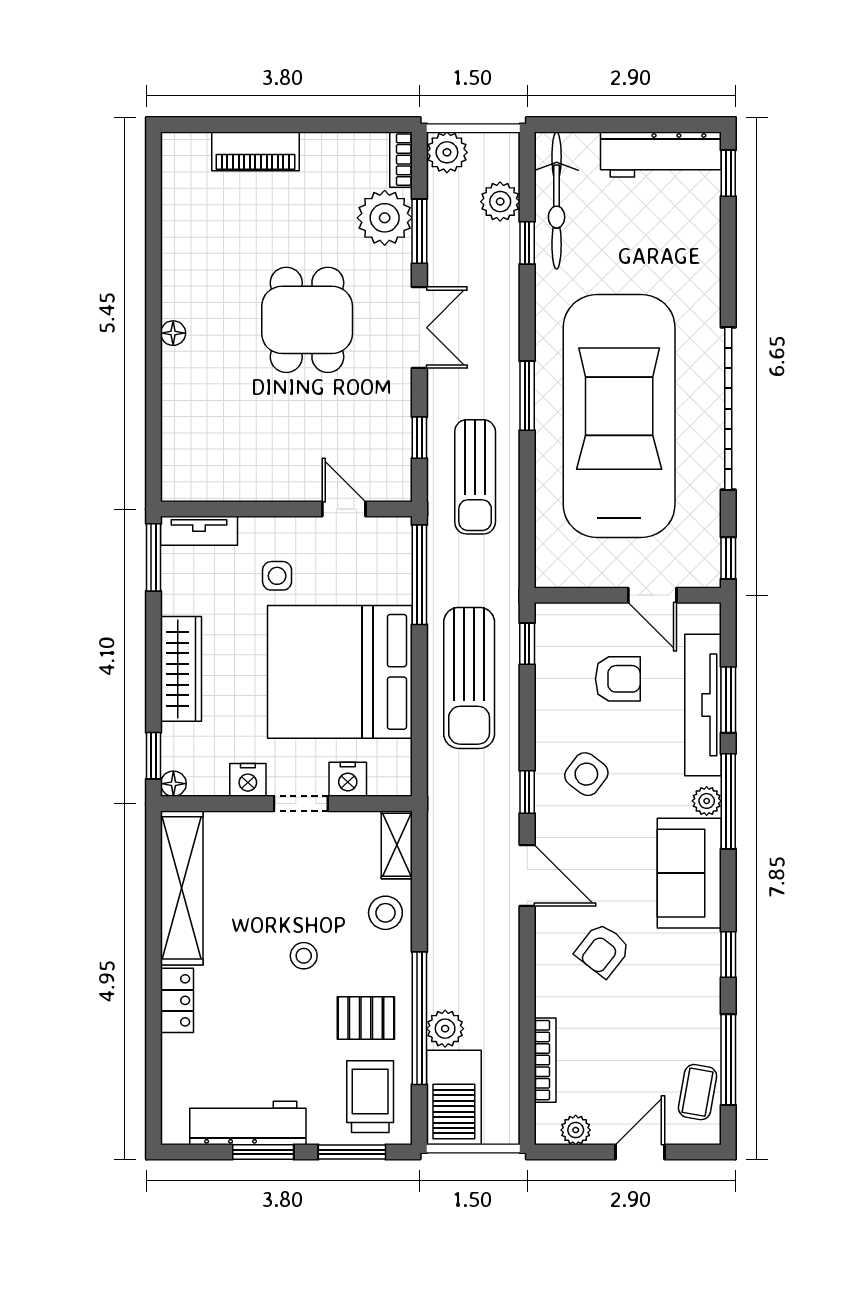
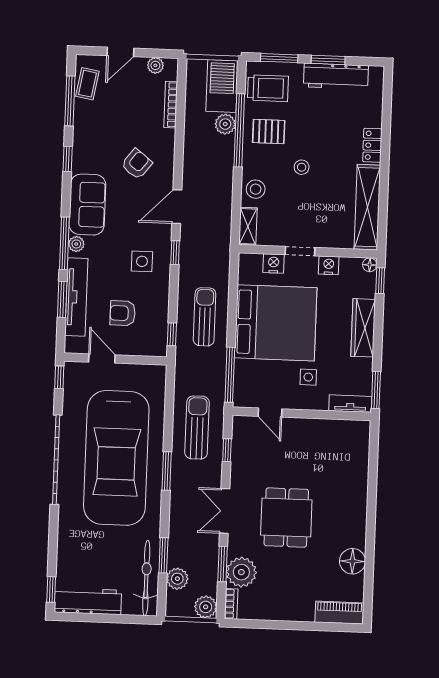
piano: (255, 151) -> (339, 613), moved
window: (527, 243) -> (163, 555), width x1.50
floor lamp: (173, 333) -> (352, 561), moved, width x1.89, depth x1.89
sun lounger: (469, 678) -> (205, 317), width x0.73, depth x0.75
side table: (586, 774) -> (142, 261), turned -37
door: (527, 876) -> (177, 207), hinge flipped
trolley: (370, 1097) -> (268, 88), turned -90

